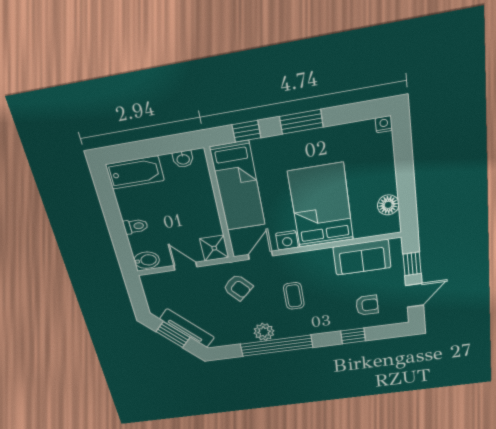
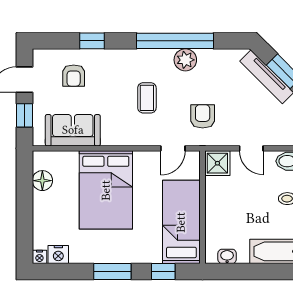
nightstand: (287, 240) -> (58, 254), moved, turned 180
armchair: (238, 287) -> (203, 116), turned 42
armchair: (367, 305) -> (74, 76), turned -90

